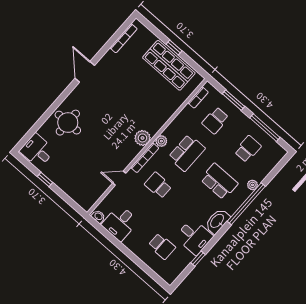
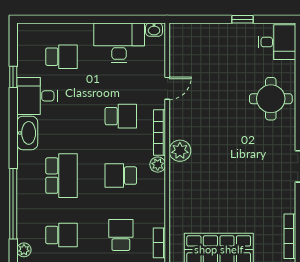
school desk: (248, 149) -> (61, 235), turned -90
school desk: (187, 153) -> (121, 176), width x0.54
school desk: (219, 181) -> (61, 176), turned -90
plant: (253, 185) -> (24, 250), moved
window: (246, 204) -> (13, 204), moved
desk: (120, 223) -> (119, 43), width x1.37
school desk: (162, 246) -> (61, 57), turned 180

